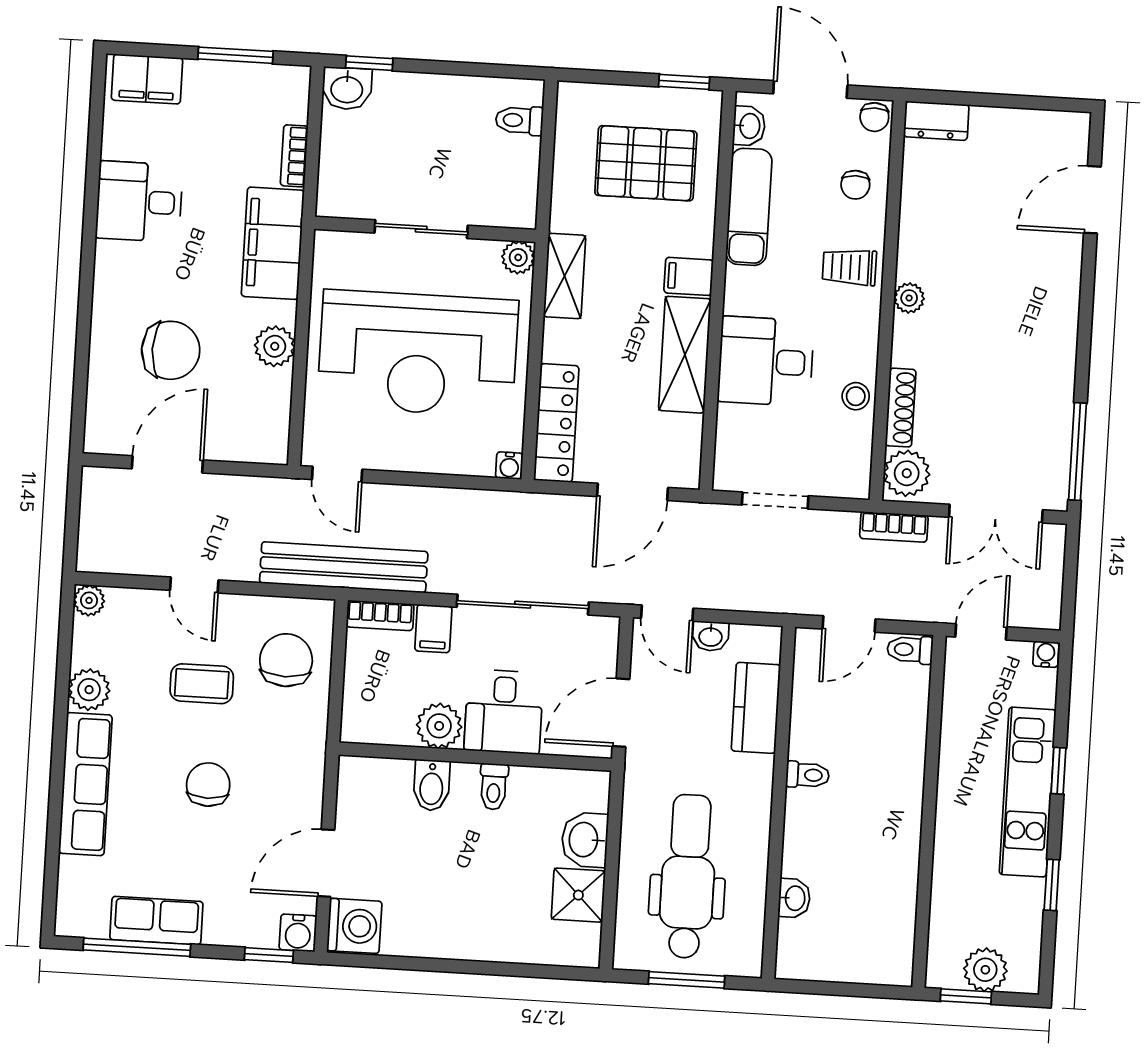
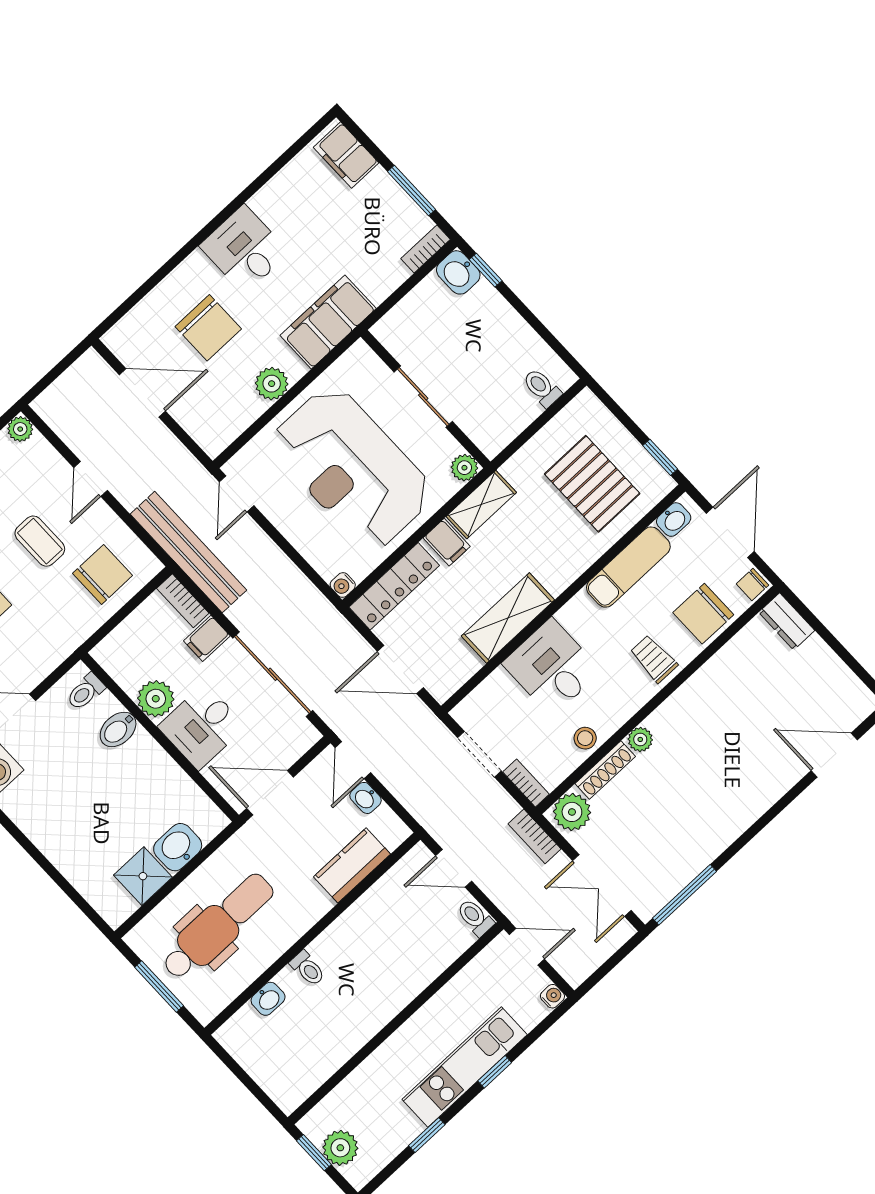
bookcase: (294, 156) -> (426, 249), moved
chair: (855, 185) -> (703, 614), width x1.87, depth x1.87
desk: (139, 202) -> (244, 249), moved
filing cabinet: (689, 276) -> (447, 542), moved, turned 180
plant: (909, 298) -> (640, 739), moved
bookcase: (841, 487) -> (526, 783), added
toilet: (807, 775) -> (308, 968), moved
toilet: (494, 787) -> (86, 692), moved

